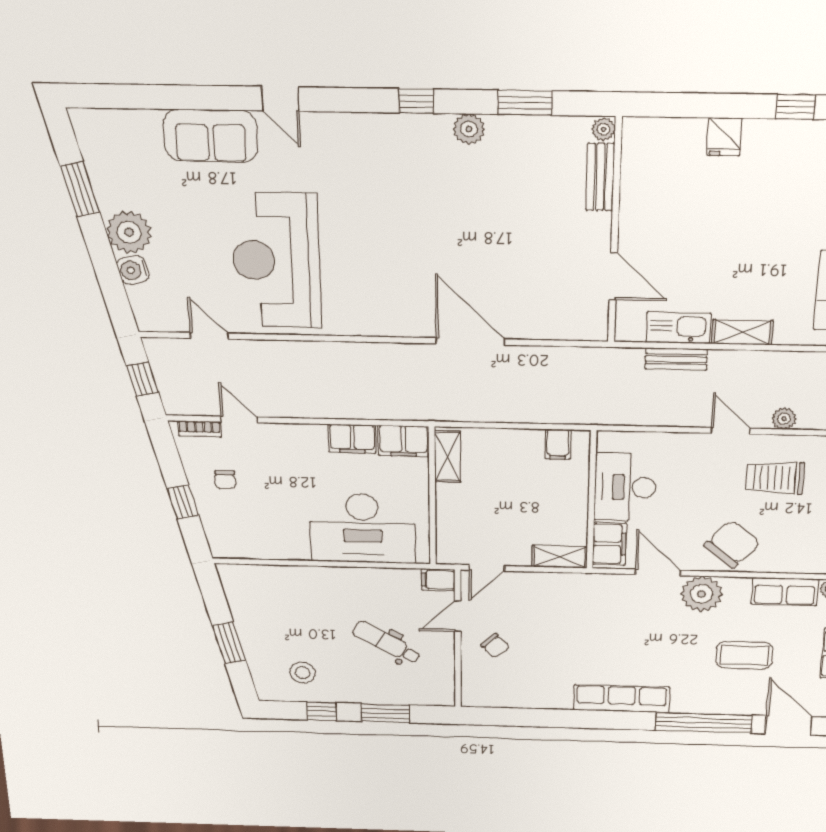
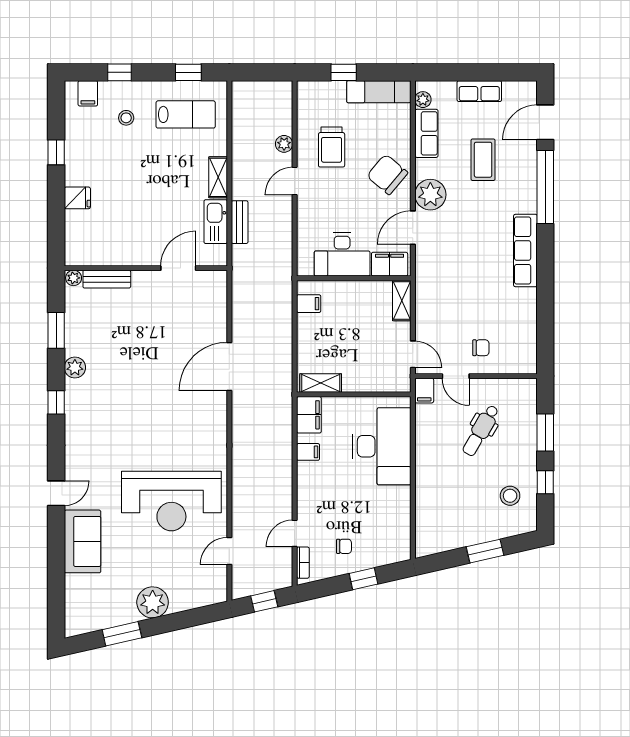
water cooler: (133, 270) -> (180, 602), removed
filing cabinet: (352, 439) -> (308, 452), width x0.50
chair: (495, 646) -> (481, 348), turned 43

